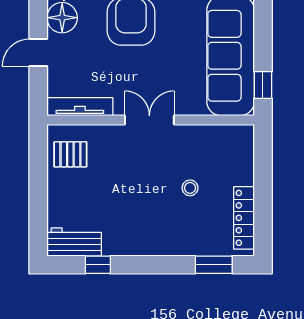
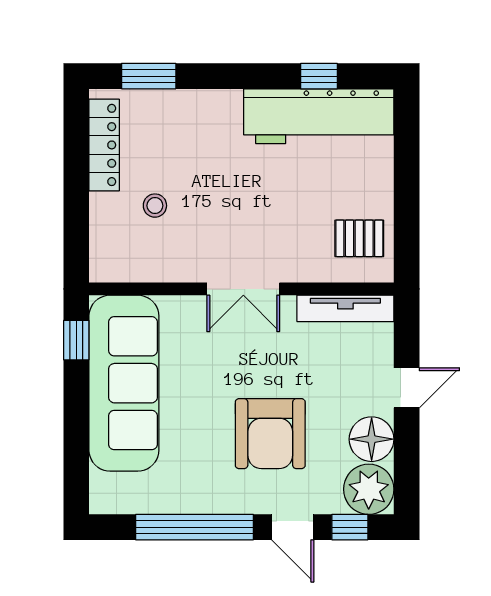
stool: (190, 188) -> (155, 206), moved
workbench: (74, 242) -> (319, 116), width x1.88, depth x1.32

